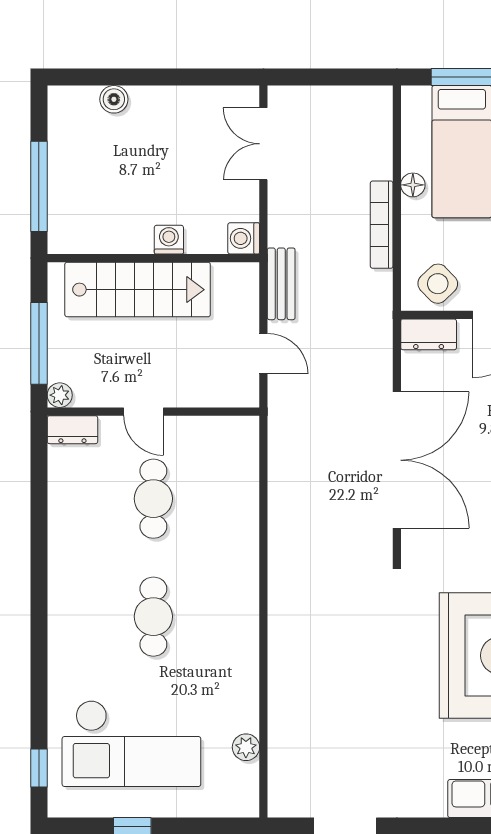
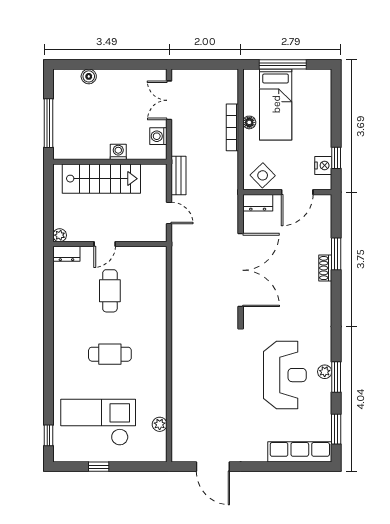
bookcase: (382, 225) -> (232, 127), moved
washing machine: (244, 238) -> (158, 136), moved
window: (39, 343) -> (49, 207), removed
door: (144, 412) -> (105, 244), hinge flipped
cafe table: (153, 617) -> (110, 354), turned 90
checkout: (131, 743) -> (98, 422), turned 180

